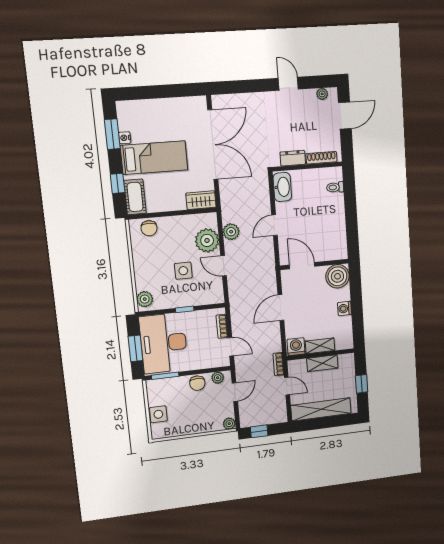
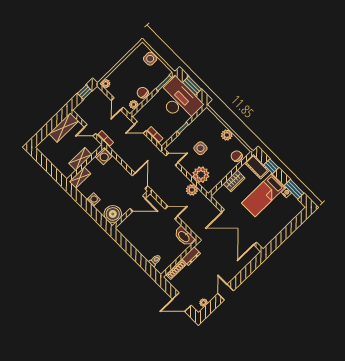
door: (288, 84) -> (226, 292), swing flipped
door: (345, 116) -> (182, 302), hinge flipped
wardrobe: (201, 200) -> (234, 181), moved
door: (275, 225) -> (171, 213), hinge flipped
door: (224, 266) -> (172, 159), moved
plant: (145, 299) -> (227, 135), moved
door: (281, 308) -> (140, 181), moved
shelving: (320, 346) -> (80, 178), moved
window: (362, 384) -> (47, 165), removed
shelving: (321, 409) -> (64, 127), width x0.68

